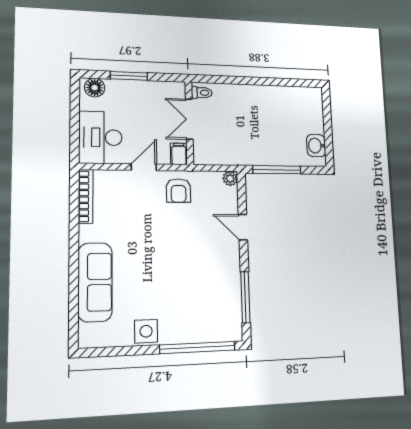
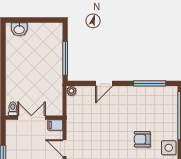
double door: (189, 119) -> (31, 118), swing flipped
washbasin: (316, 146) -> (19, 29), moved
armchair: (178, 191) -> (142, 139), moved, turned 180

